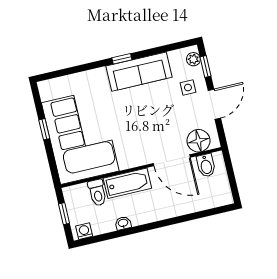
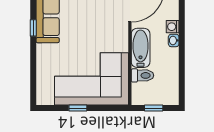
washbasin: (123, 223) -> (174, 40), moved
washing machine: (84, 231) -> (173, 27), moved

